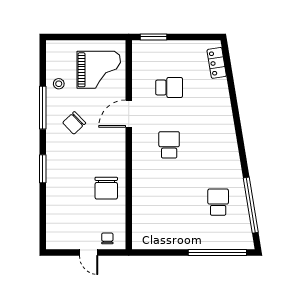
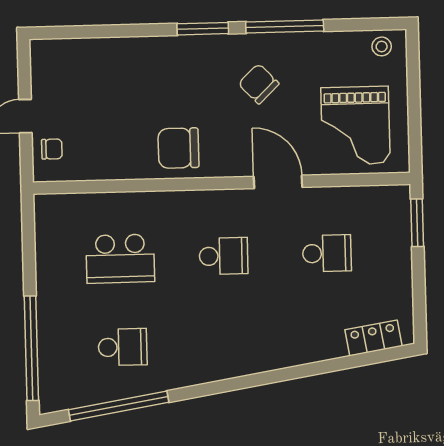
stool: (59, 84) -> (382, 46), moved
school desk: (169, 88) -> (327, 253), turned -90
window: (43, 169) -> (203, 29), moved
chair: (106, 188) -> (178, 148), moved
school desk: (169, 202) -> (120, 259), added

